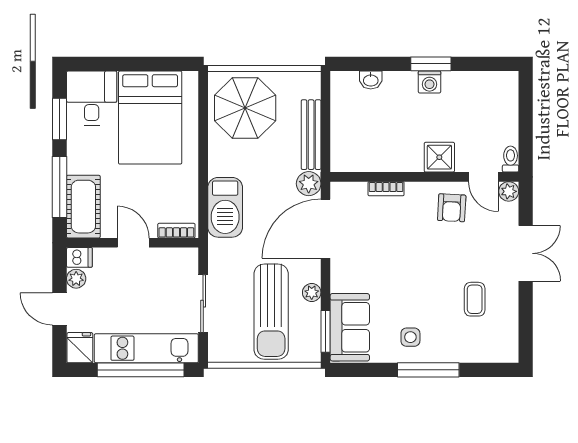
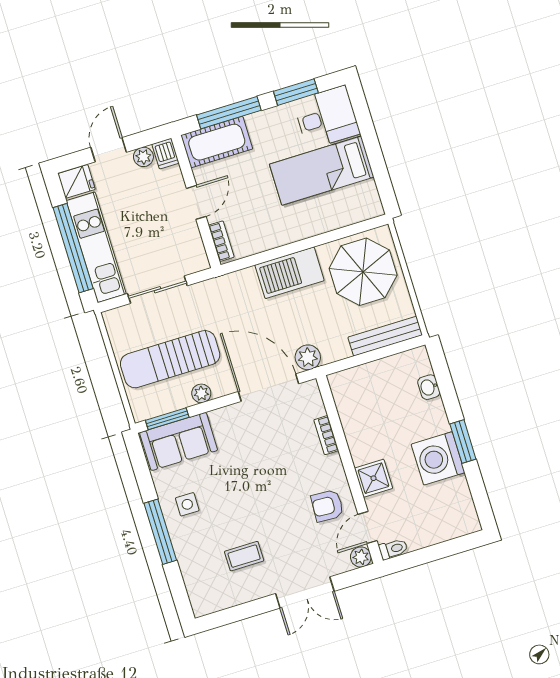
washing machine: (429, 82) -> (438, 458), width x1.89, depth x1.89
bed: (150, 118) -> (322, 171), width x0.67
bench: (311, 135) -> (385, 336), moved
barbecue: (225, 207) -> (290, 273), moved

